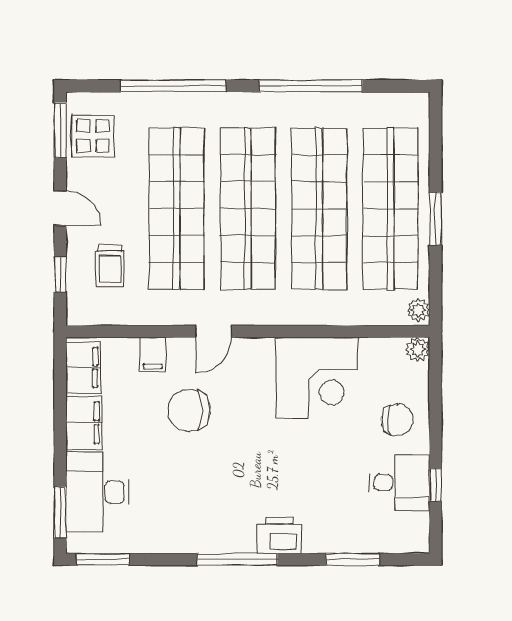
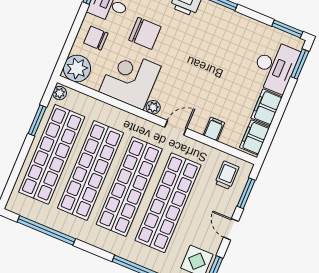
window: (311, 86) -> (46, 230), moved
window: (435, 219) -> (37, 120), moved
trolley: (110, 266) -> (227, 175), moved
window: (60, 275) -> (246, 193), width x1.50
plant: (262, 349) -> (153, 107), added
plant: (418, 349) -> (77, 68), width x1.87, depth x1.87
chair: (189, 410) -> (145, 33), moved

